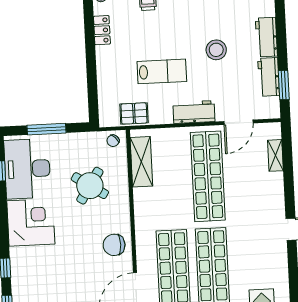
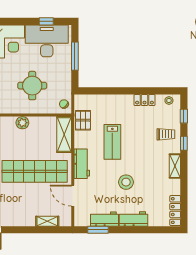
shelving: (141, 162) -> (64, 135), moved, turned 90
round table: (90, 186) -> (32, 86), turned -33
plant: (142, 197) -> (22, 123), added

